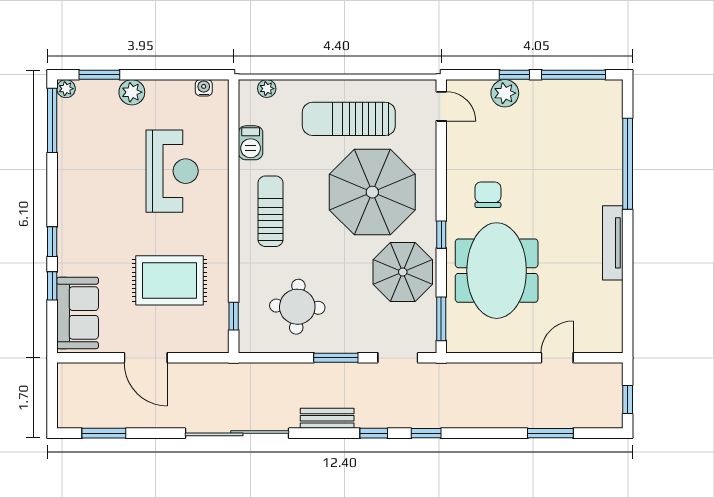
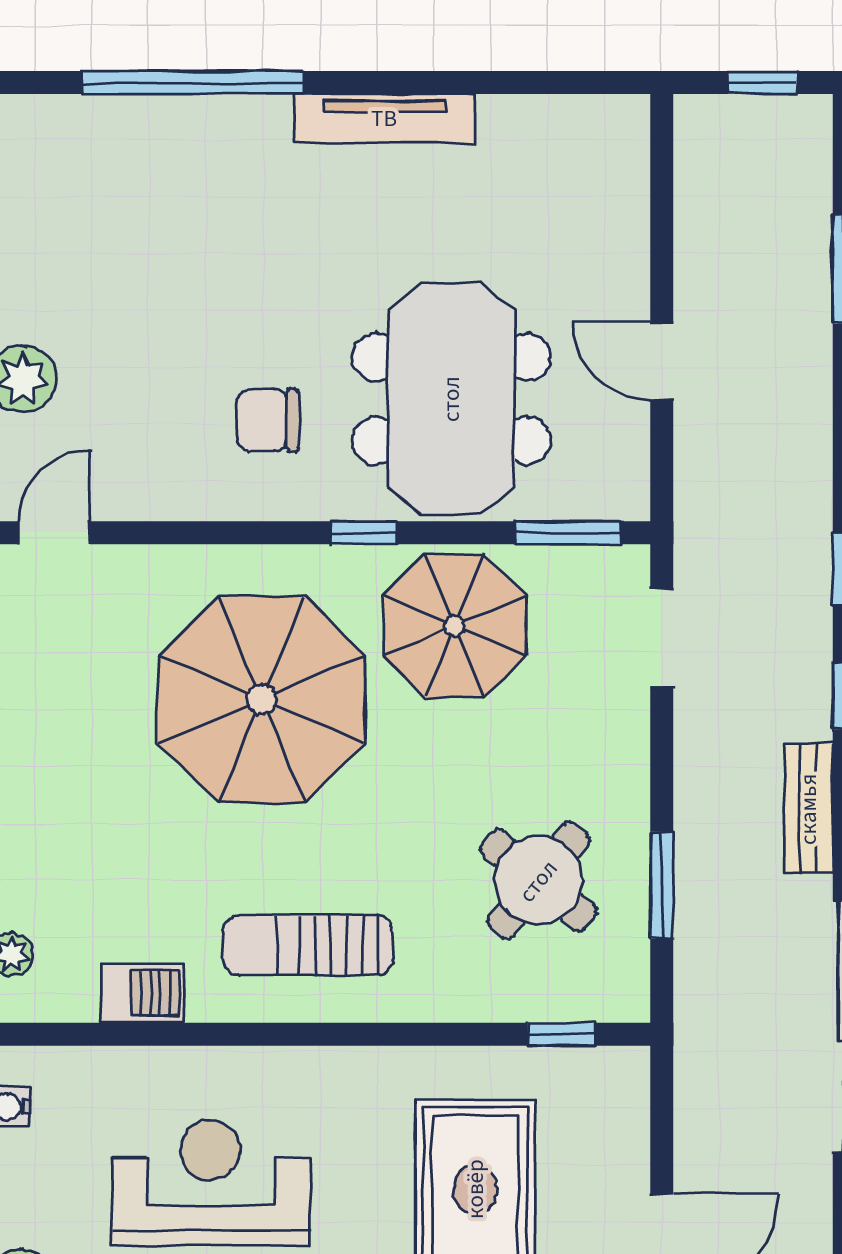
sun lounger: (349, 119) -> (85, 756), removed
meeting table: (497, 271) -> (451, 399), turned 90
round table: (297, 307) -> (538, 881), turned 36
window: (336, 358) -> (662, 885), moved
door: (557, 358) -> (662, 361), moved

